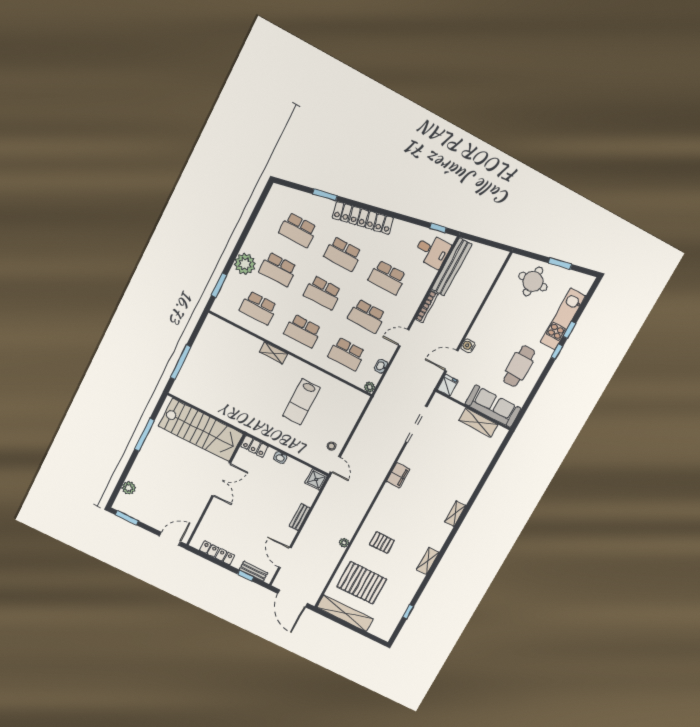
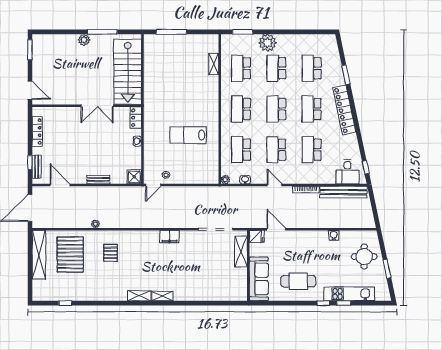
water cooler: (468, 346) -> (334, 235), moved
shelving: (273, 353) -> (214, 64), moved
shelving: (478, 422) -> (241, 251), moved
plant: (129, 488) -> (84, 40), moved
door: (285, 558) -> (60, 185), hinge flipped
shelving: (428, 561) -> (139, 296), moved

